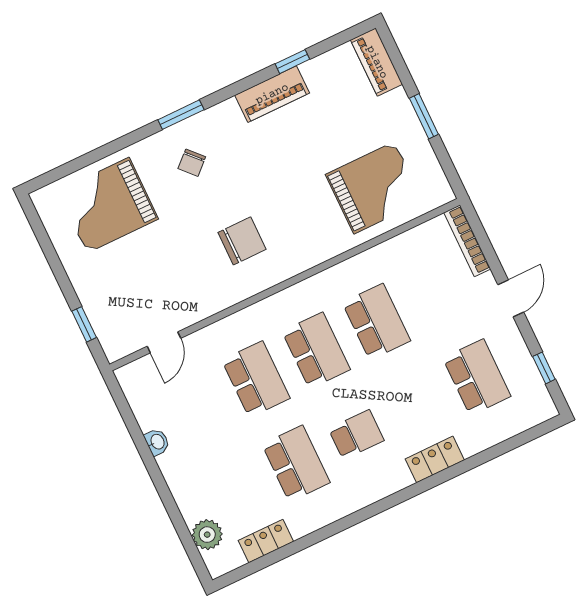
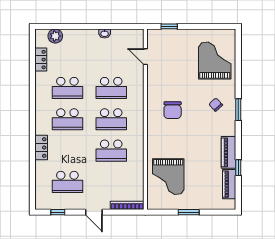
piano: (377, 62) -> (229, 184), moved, turned -90
school desk: (356, 435) -> (67, 119), width x1.85

